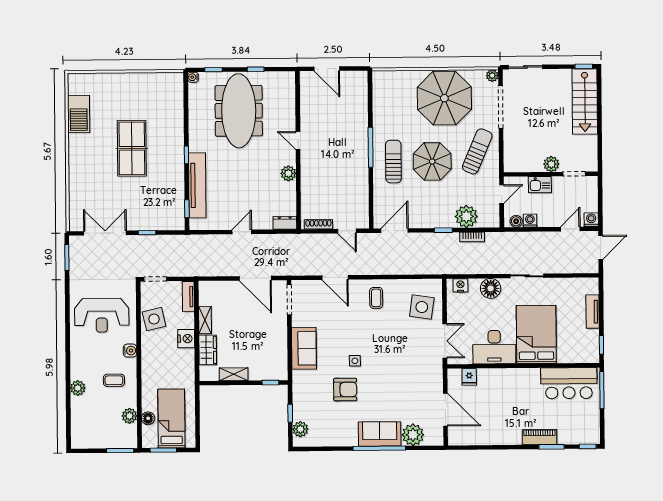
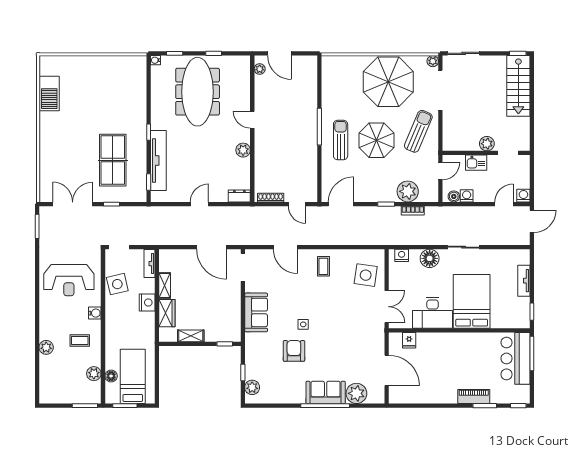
plant: (305, 86) -> (260, 69), added
table tennis table: (132, 148) -> (113, 160), moved
bar counter: (569, 383) -> (515, 358), moved, turned 90
armchair: (345, 390) -> (294, 351), turned -90

